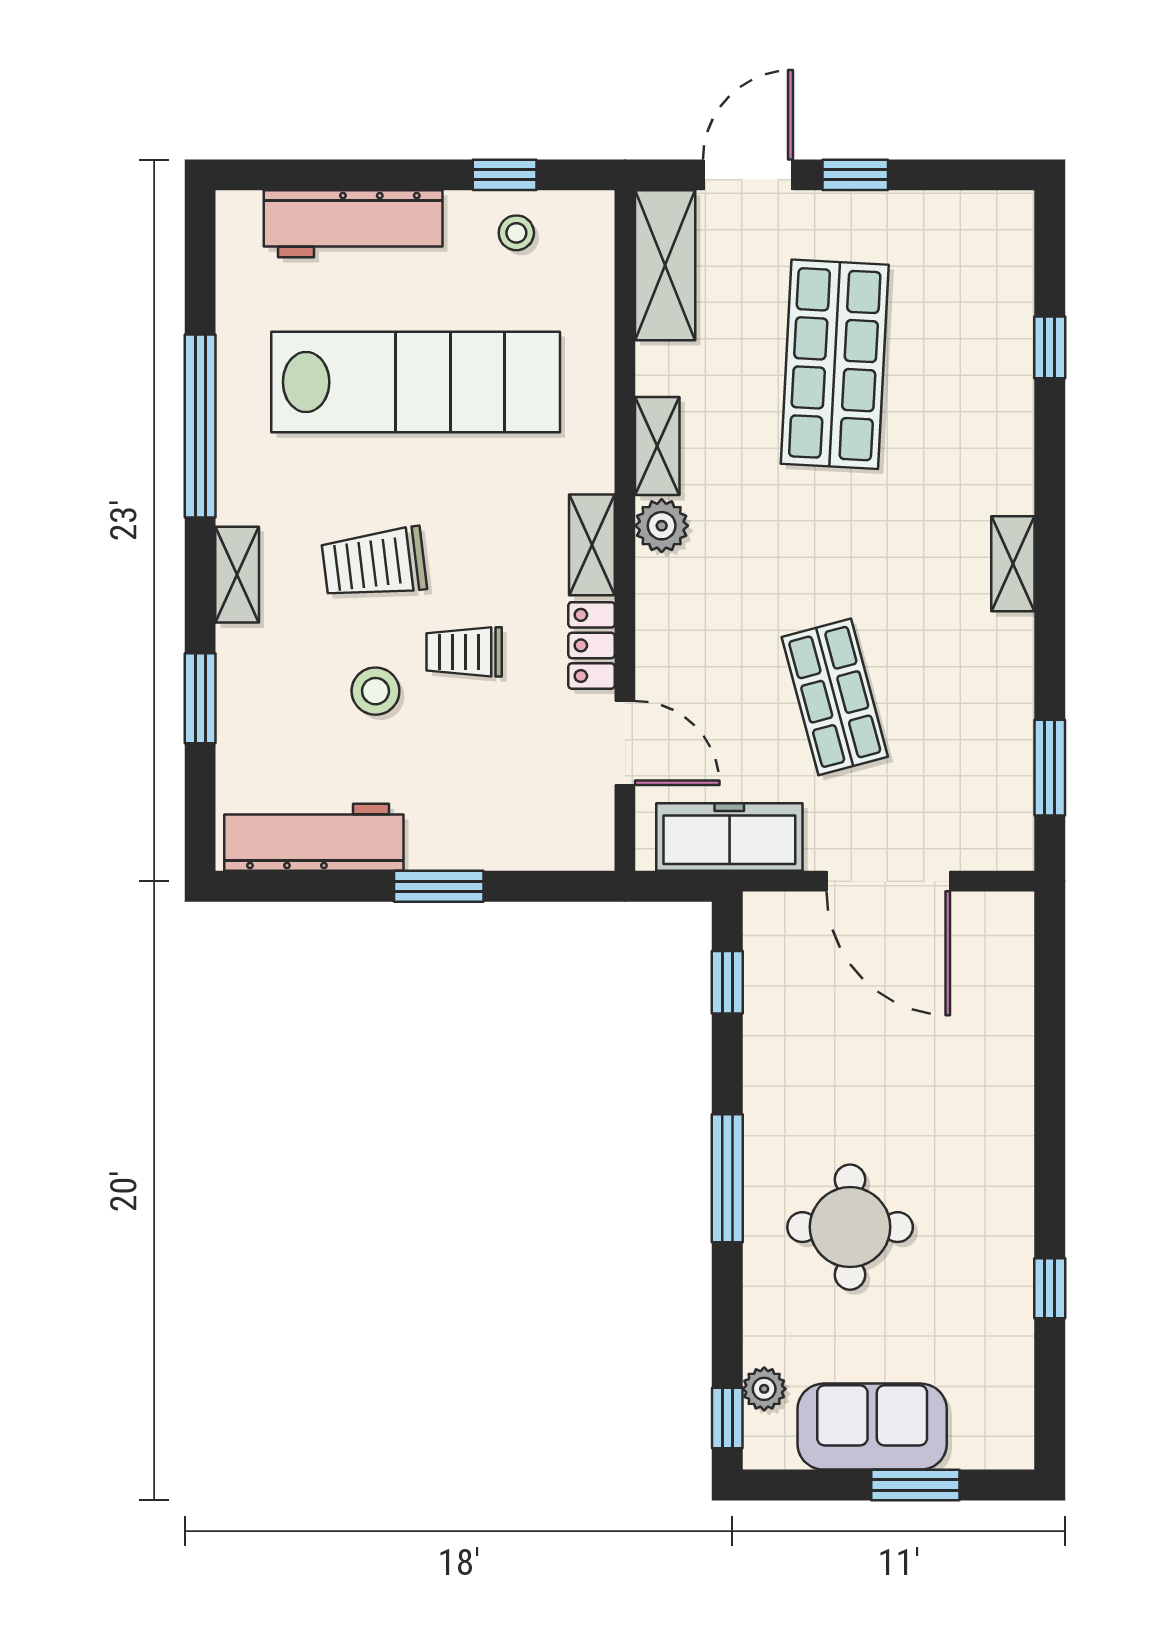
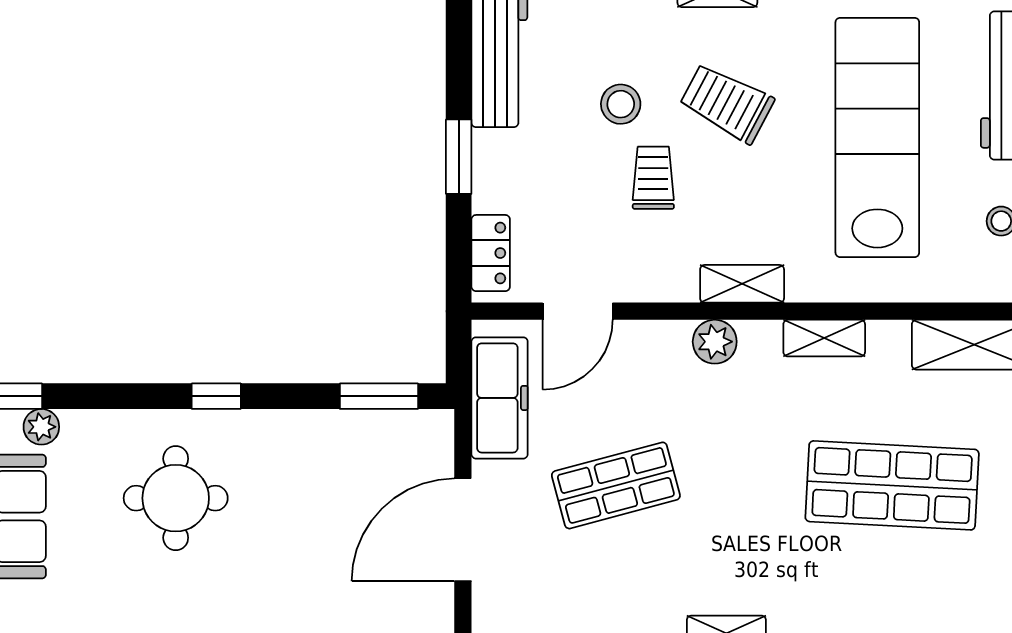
lab bench: (416, 382) -> (877, 137), turned 180
plant: (662, 526) -> (715, 342), moved
trolley: (374, 563) -> (727, 103), turned -55
locker: (592, 645) -> (491, 253), moved, turned 90
window: (727, 982) -> (379, 396), width x1.50
window: (727, 1178) -> (216, 396), width x0.46

